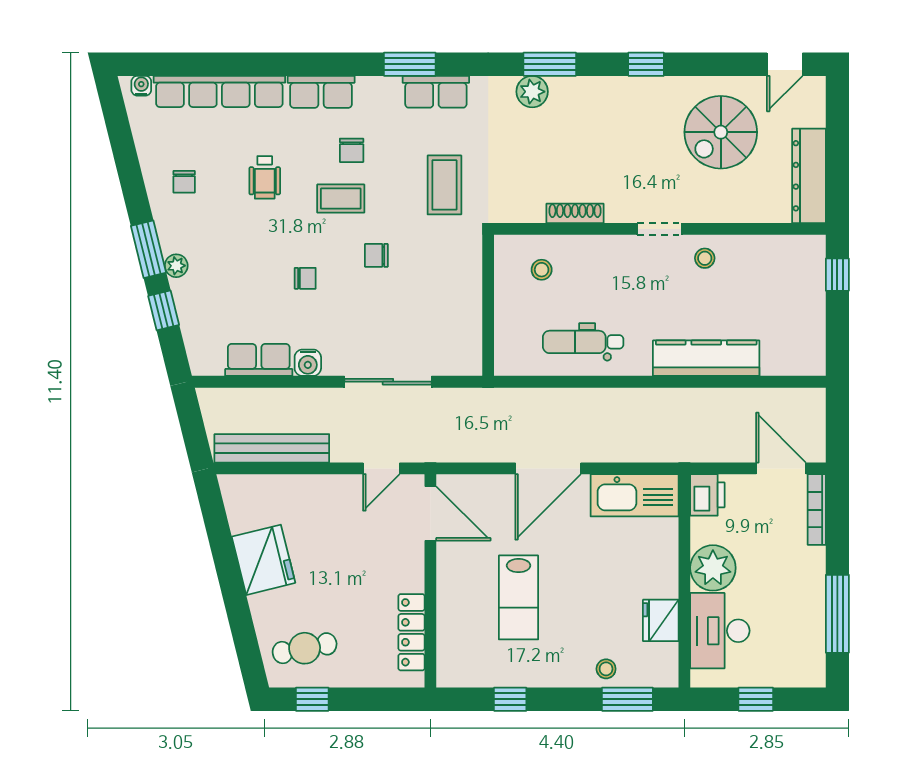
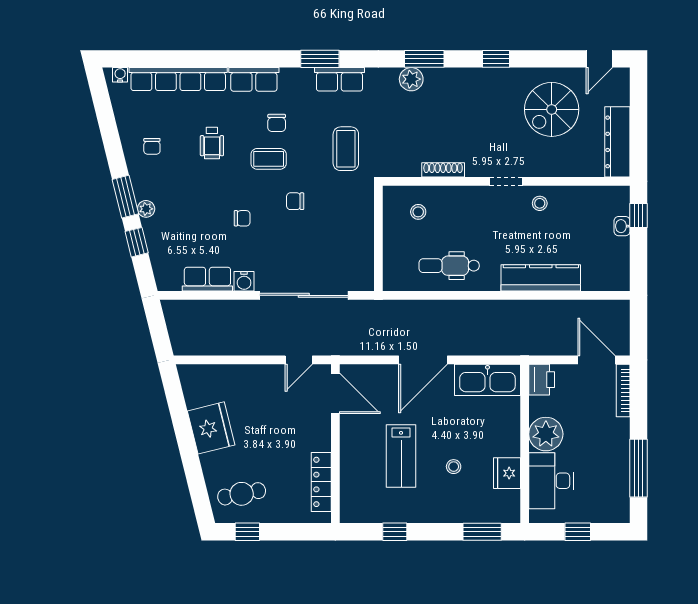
washbasin: (815, 289) -> (622, 226), added
sliding door: (388, 382) -> (304, 295), width x1.36
bench: (272, 448) -> (217, 345), removed
stool: (606, 669) -> (454, 467), moved

